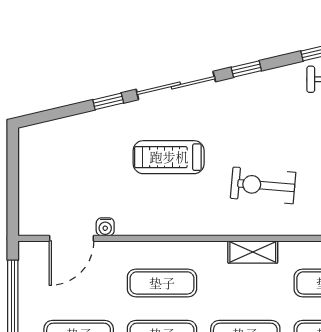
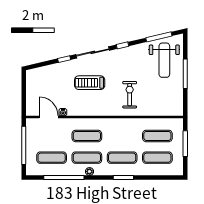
exercise bike: (263, 185) -> (130, 95), turned 85
door: (72, 238) -> (49, 117), swing flipped
shelving: (253, 252) -> (125, 123), removed

